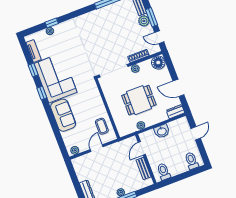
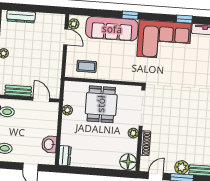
door: (178, 88) -> (90, 171), removed
window: (42, 93) -> (130, 15), moved
dining table: (139, 100) -> (101, 104), moved
sofa: (63, 115) -> (112, 29), width x1.36
washbasin: (162, 131) -> (49, 144), moved
door: (97, 148) -> (66, 37), moved

